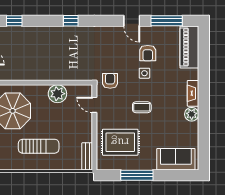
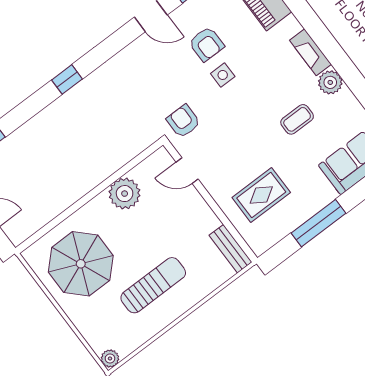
coffee table: (142, 107) -> (297, 119), moved
rug: (120, 142) -> (261, 195), width x0.73, depth x0.70

